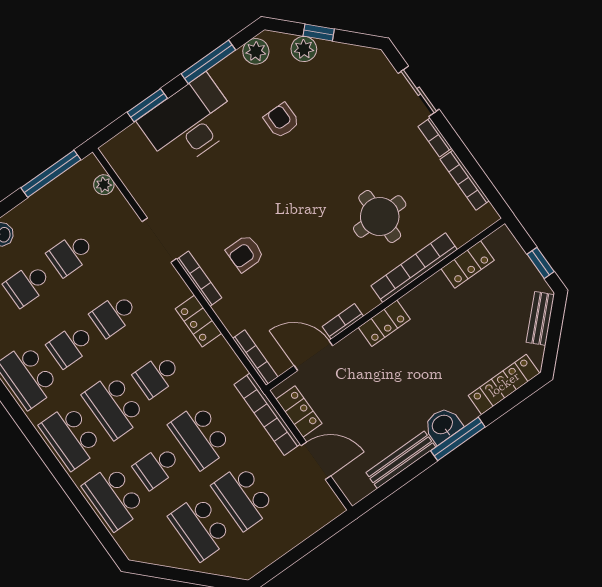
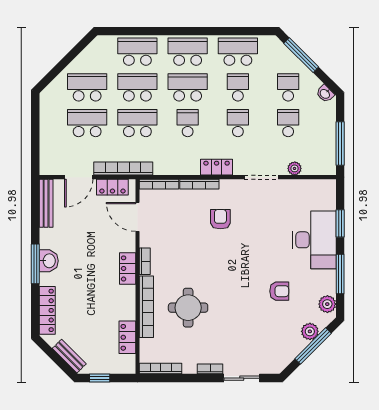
window: (319, 33) -> (313, 346), width x2.17
bookcase: (465, 180) -> (161, 369), moved
plant: (104, 185) -> (295, 168), moved
bookcase: (199, 279) -> (199, 184), moved
locker: (198, 321) -> (217, 167), moved
bookcase: (343, 321) -> (145, 261), moved
door: (313, 356) -> (138, 217), swing flipped
bench: (401, 460) -> (46, 203), moved
school desk: (157, 467) -> (137, 87), width x1.85

